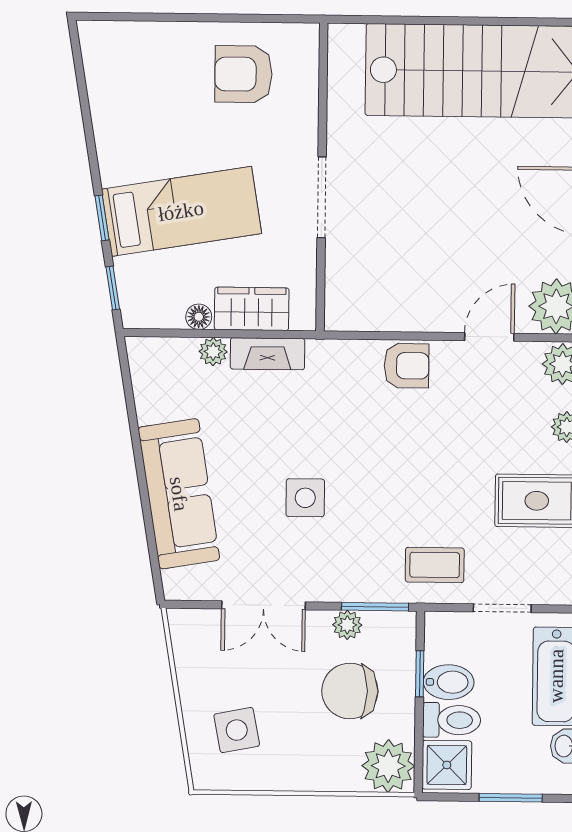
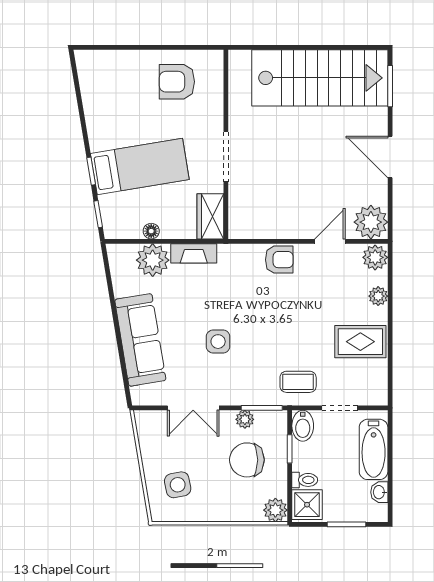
wardrobe: (252, 309) -> (210, 216), moved, turned -90
plant: (213, 352) -> (153, 260), width x1.87, depth x1.87
bidet: (449, 682) -> (303, 426), moved, turned 90
toilet: (452, 720) -> (305, 480), width x0.73, depth x0.72
plant: (388, 766) -> (275, 510), width x0.73, depth x0.73

